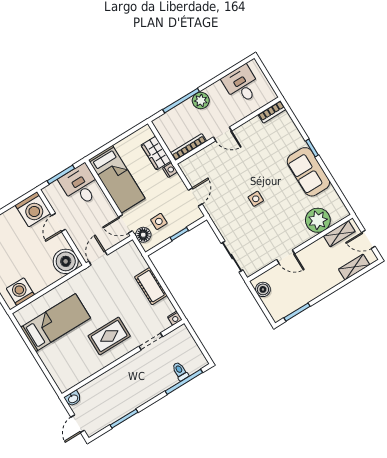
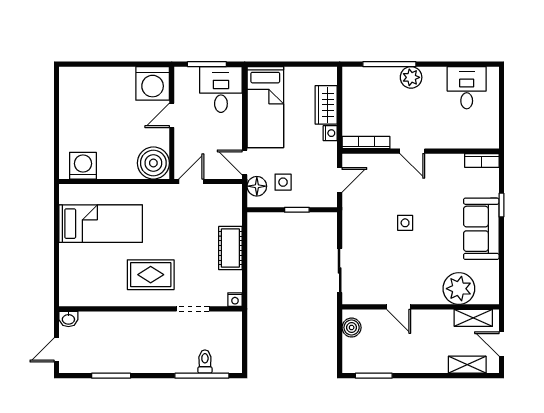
bookcase: (272, 112) -> (482, 160), moved
wall: (228, 131) -> (421, 151), moved
door: (222, 134) -> (412, 151), moved
bookcase: (188, 147) -> (366, 143), moved

